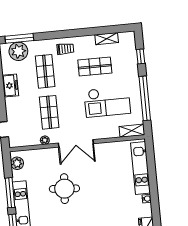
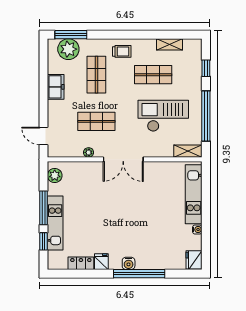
checkout: (107, 102) -> (163, 116), turned 180
shop shelf: (49, 112) -> (96, 121), turned 90
round table: (64, 189) -> (105, 209), removed

